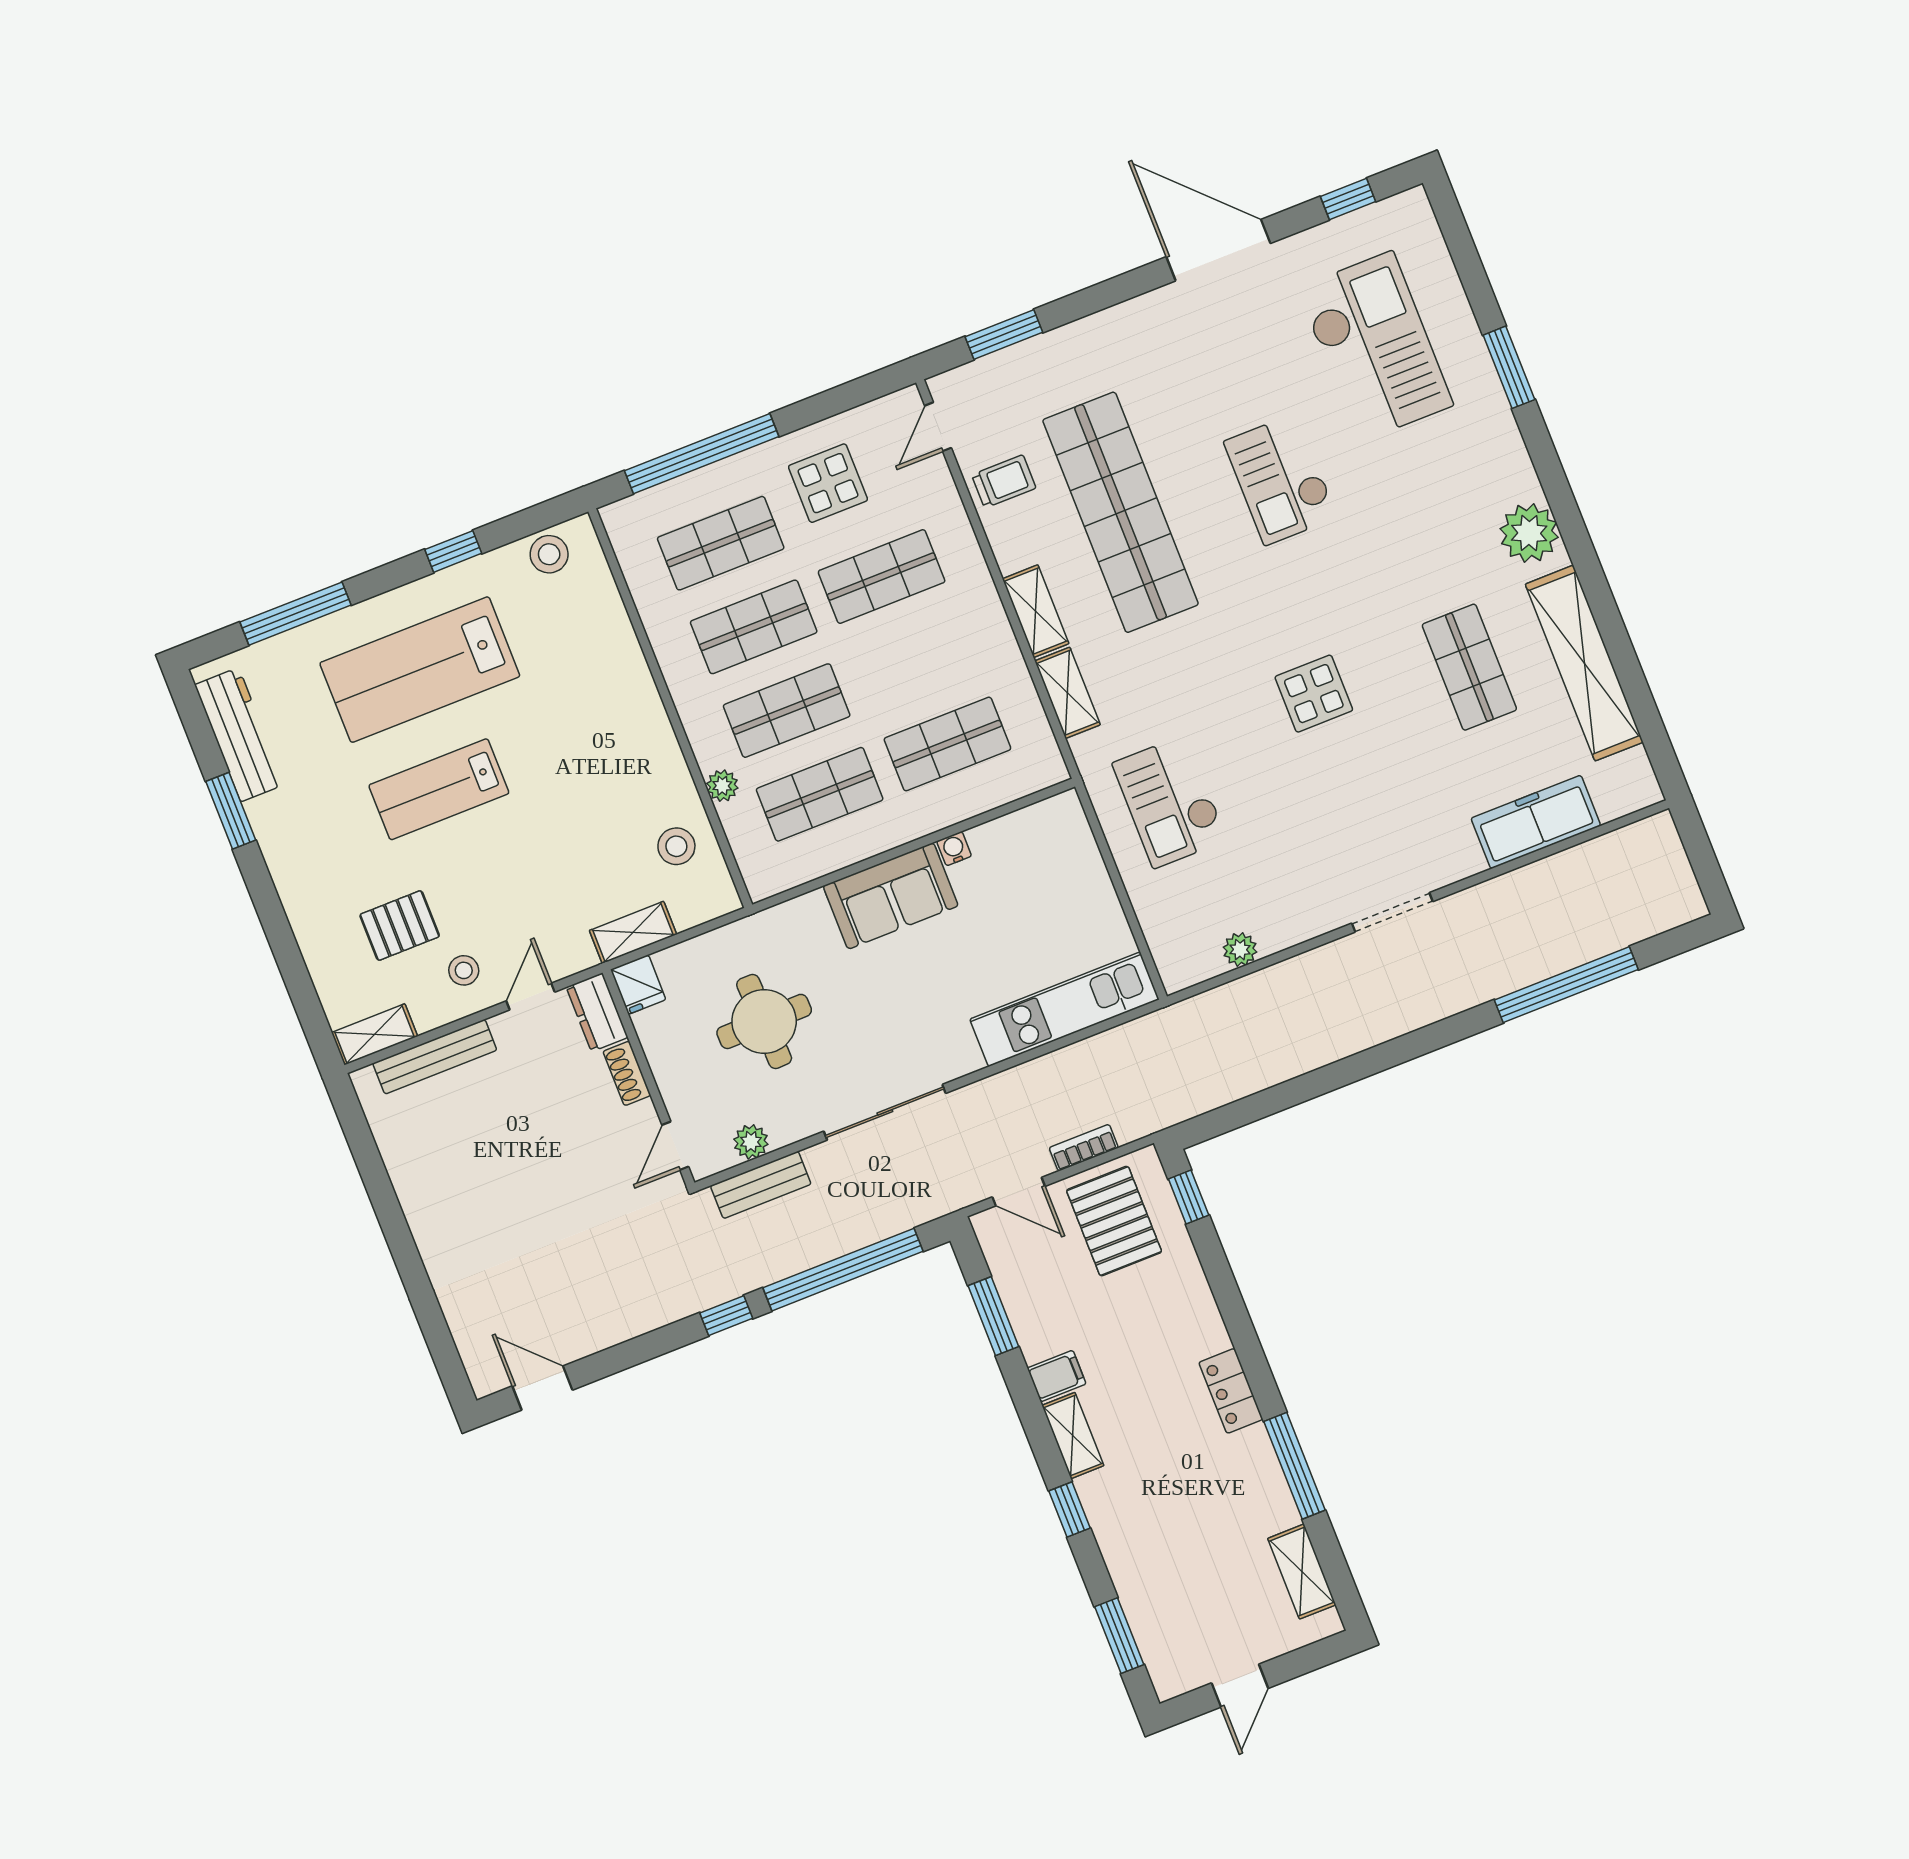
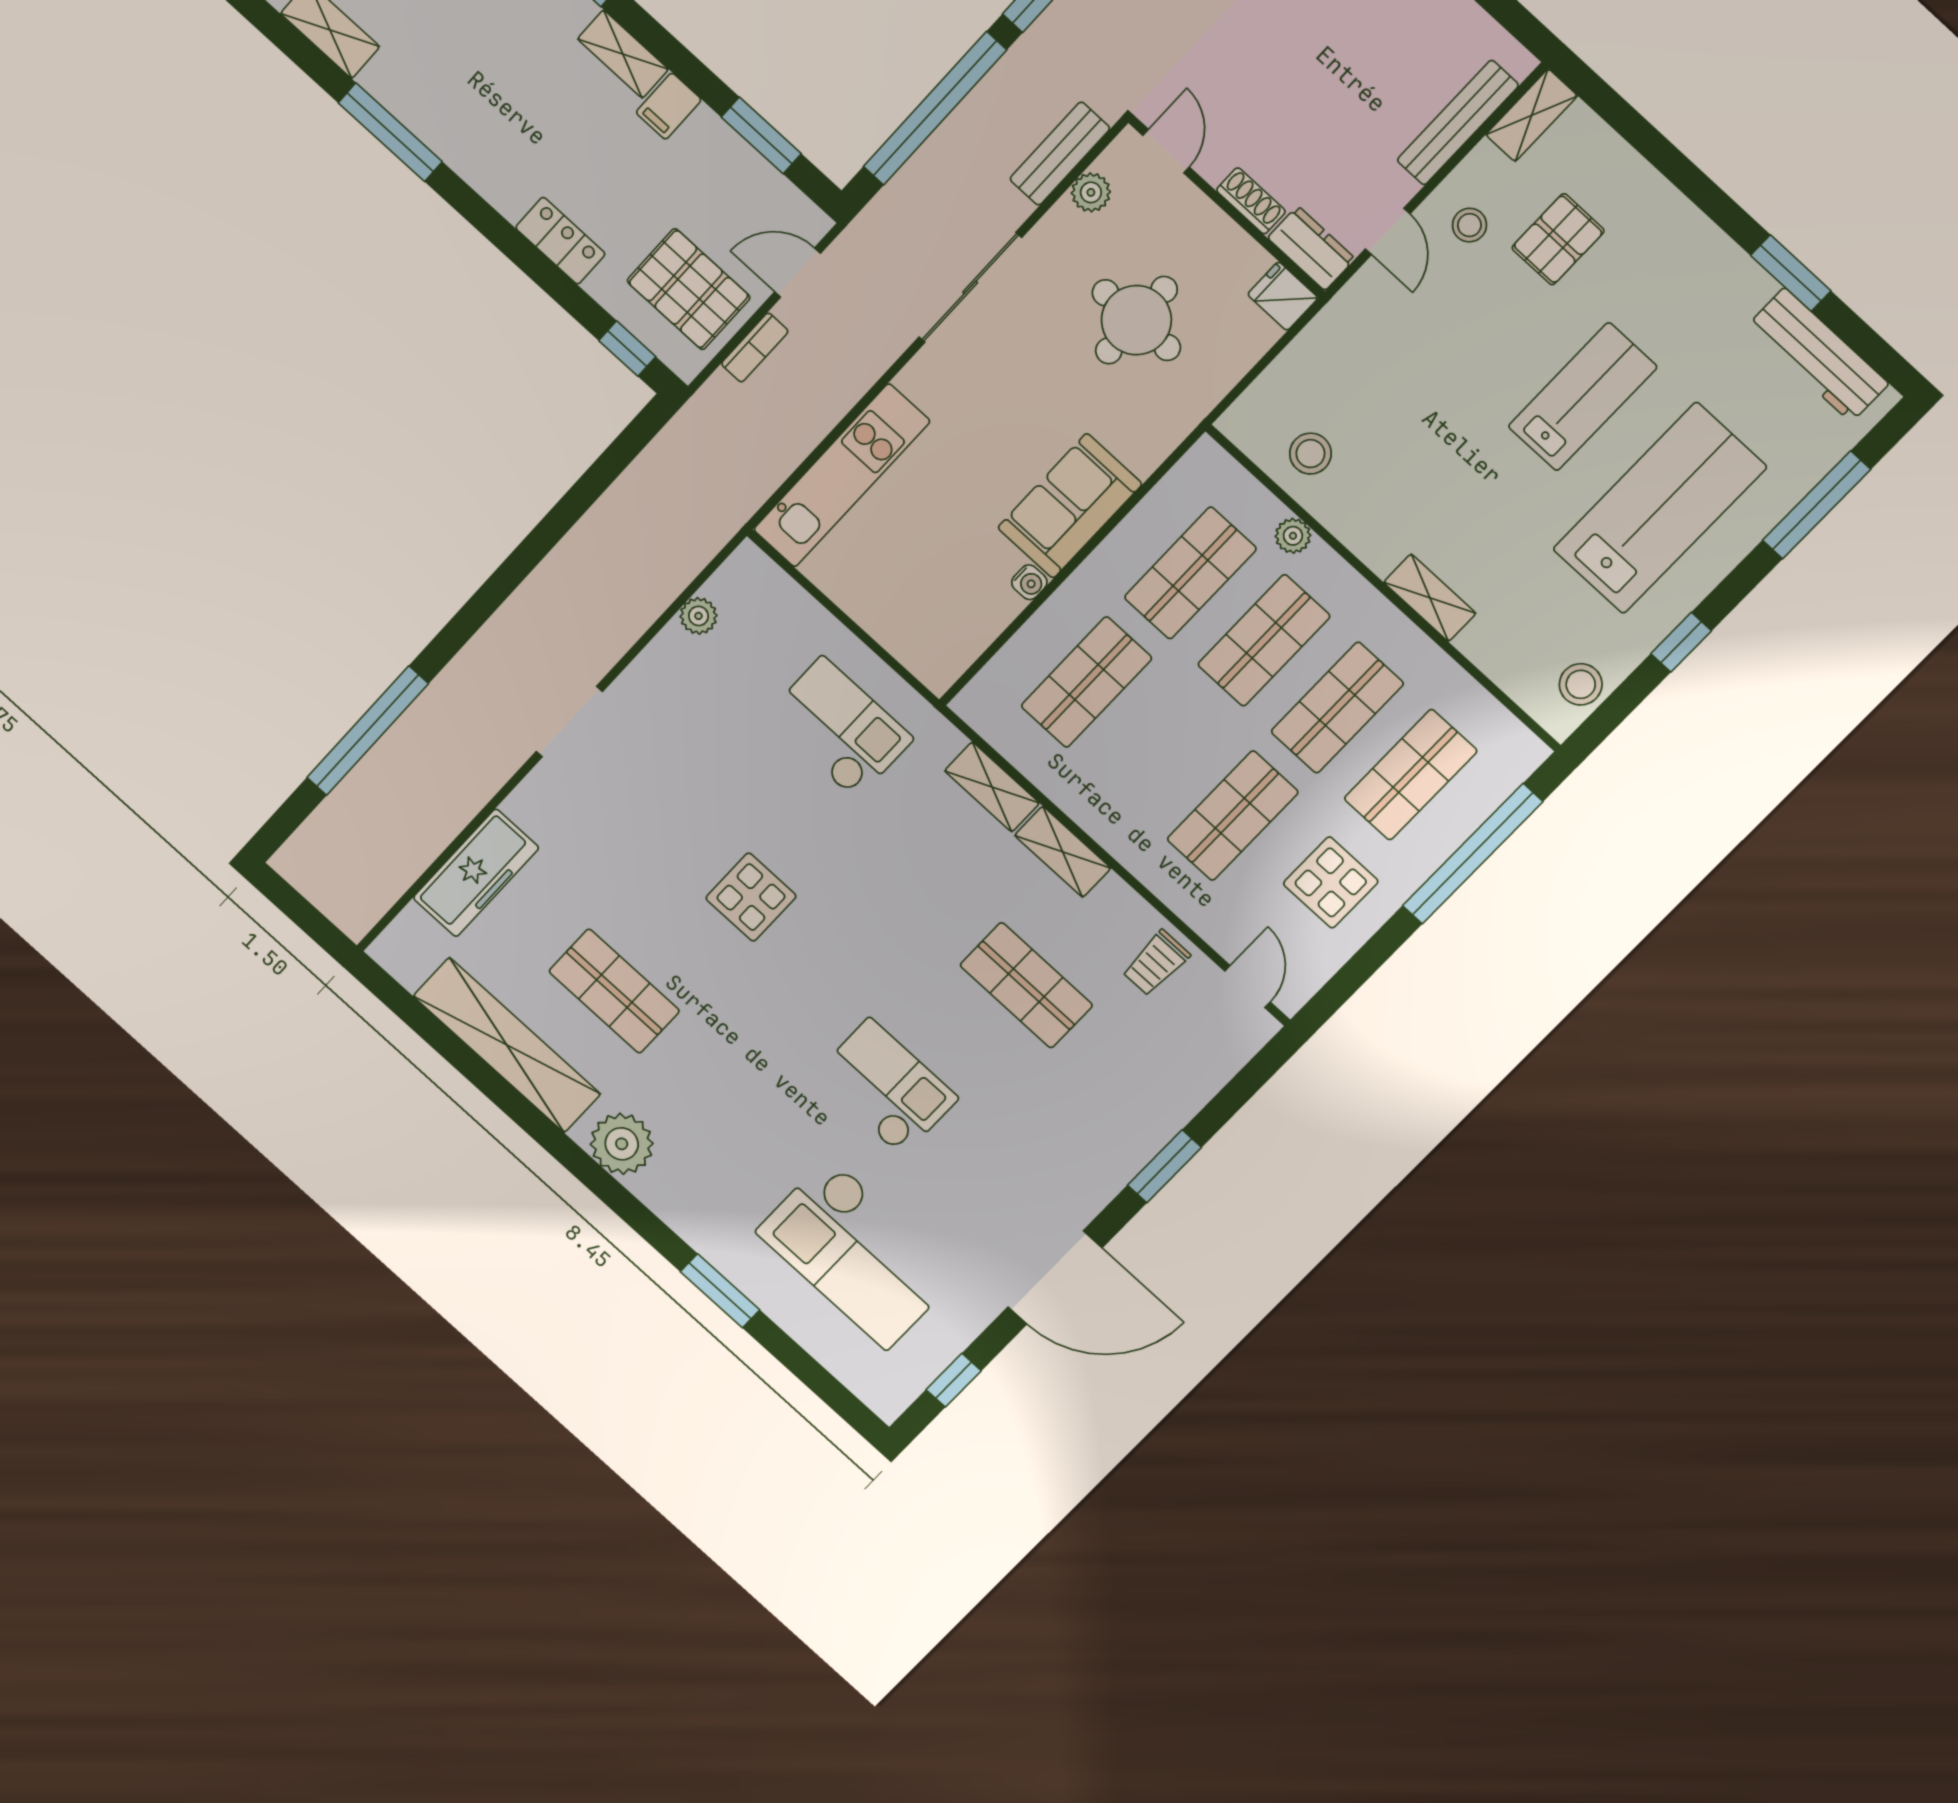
window: (1004, 335) -> (1164, 1166), moved
shop shelf: (1121, 512) -> (1026, 985), width x0.50, depth x0.74
shelving: (633, 932) -> (1430, 598), moved, turned 90
locker: (1231, 1391) -> (560, 241), moved

